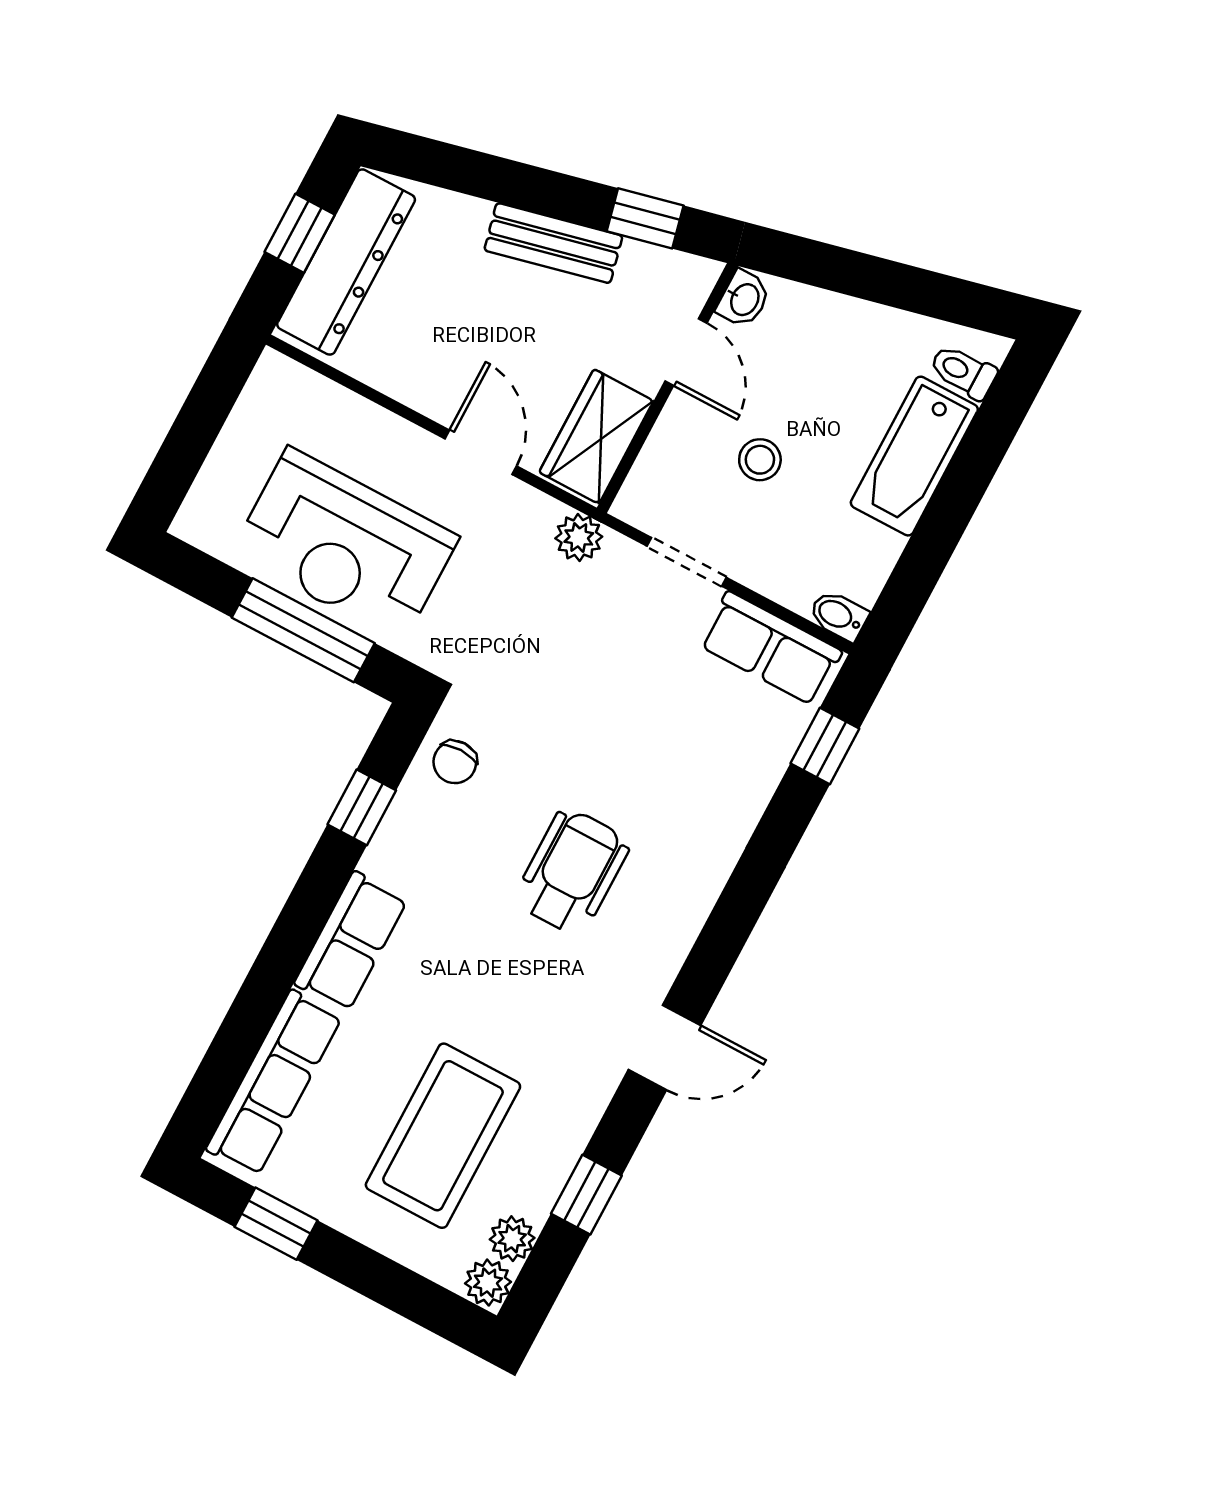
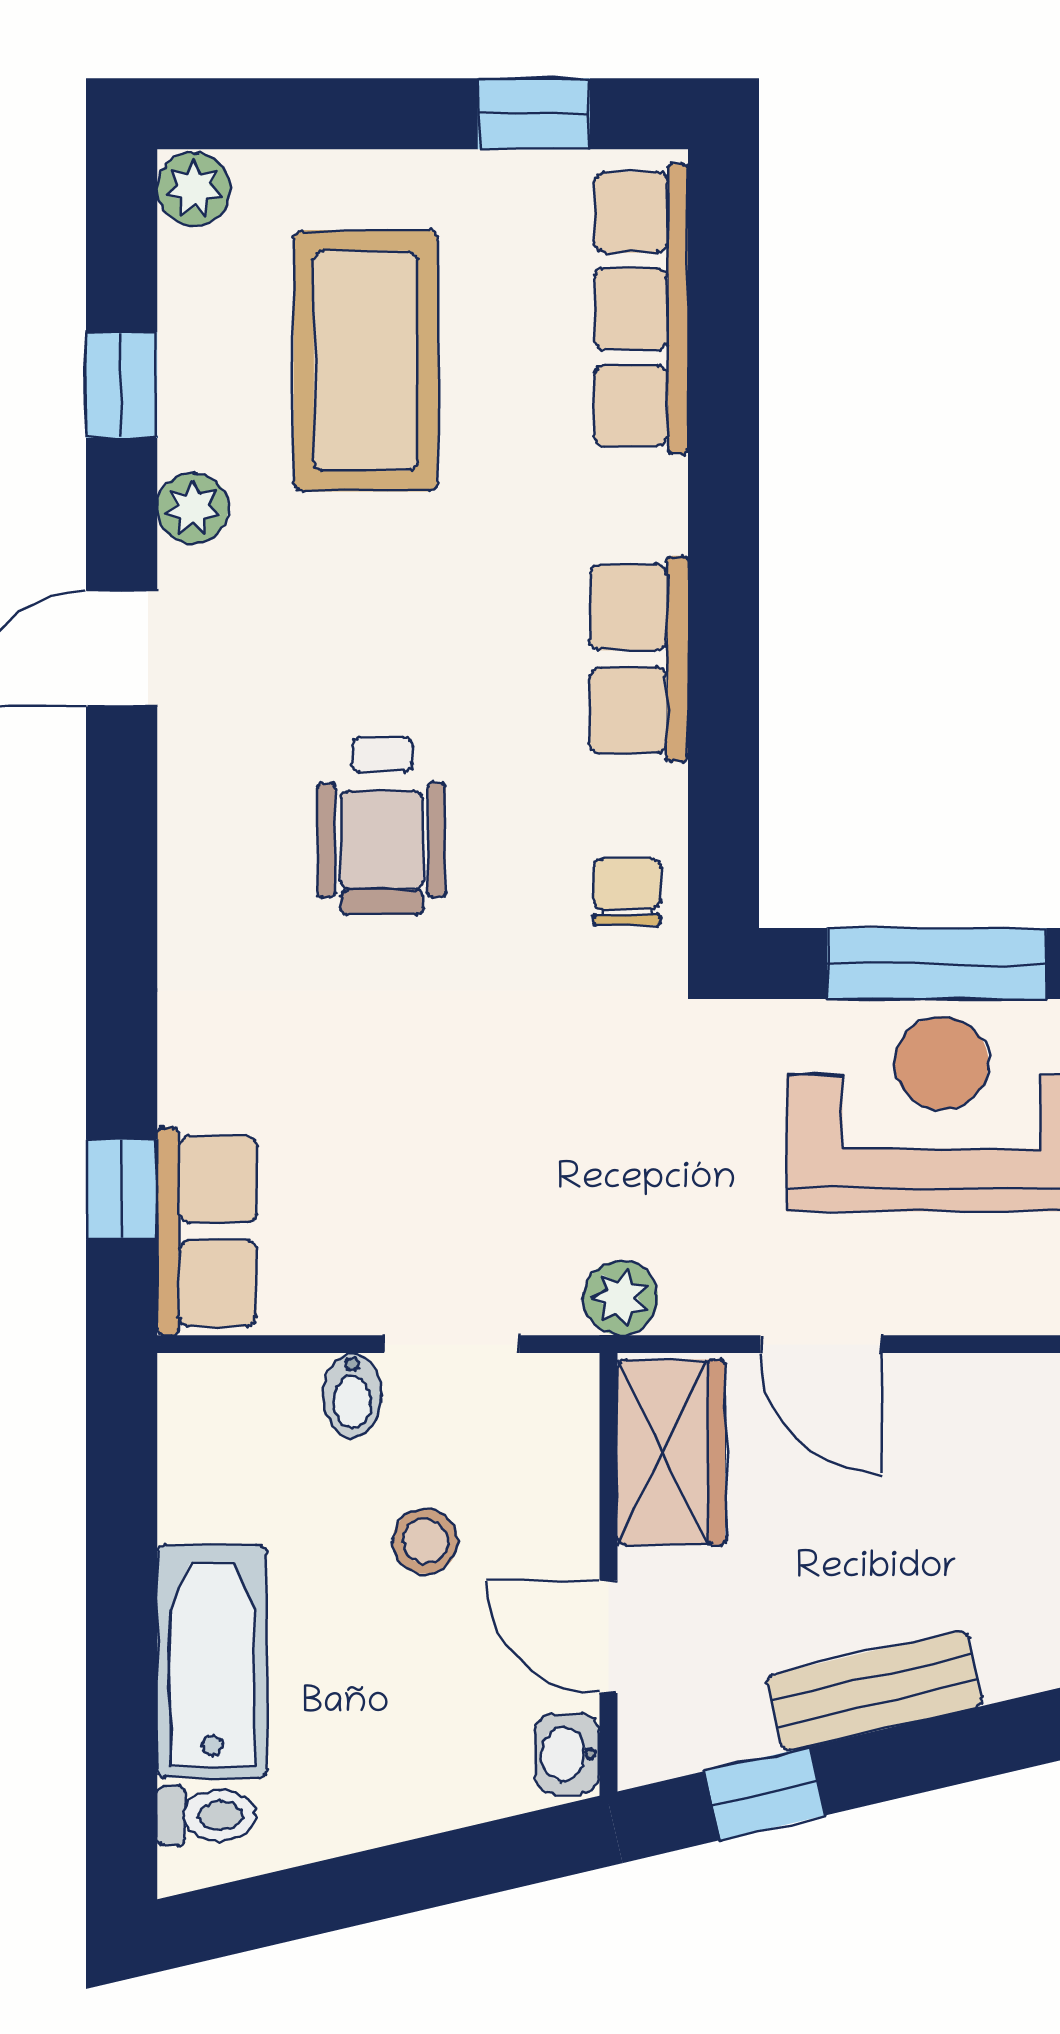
bidet: (838, 616) -> (352, 1395), moved, turned 90
row of seats: (771, 648) -> (207, 1231), moved, turned 90
window: (362, 807) -> (724, 759), removed
row of seats: (351, 941) -> (639, 659), moved
plant: (512, 1239) -> (193, 508), moved

